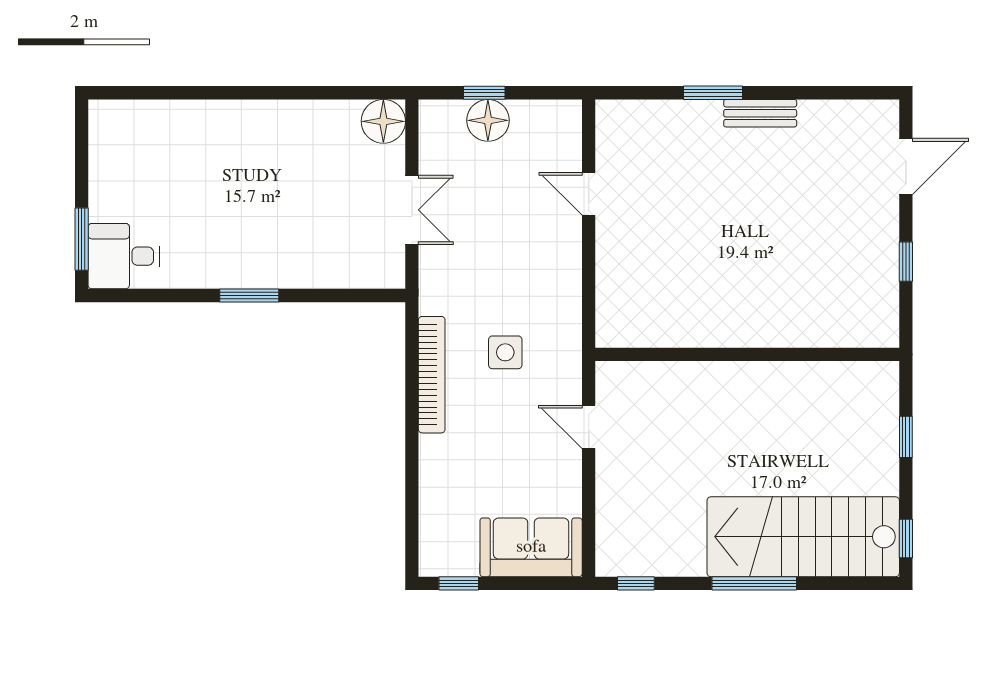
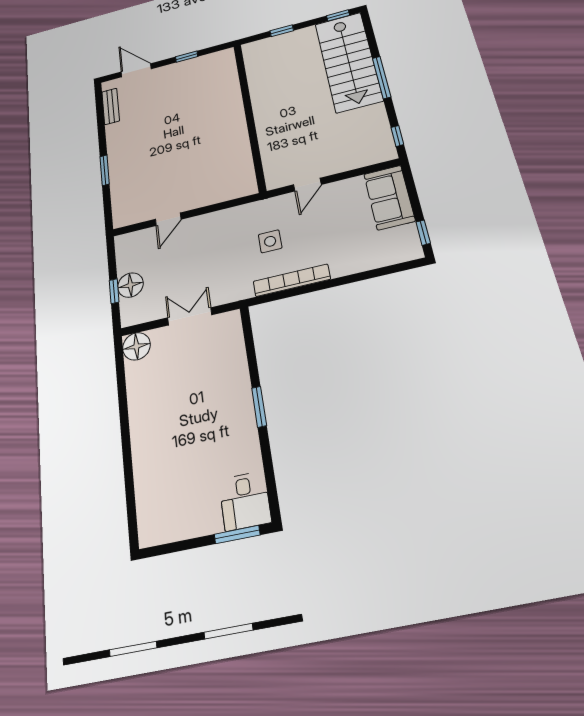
bench: (760, 113) -> (111, 106), moved

